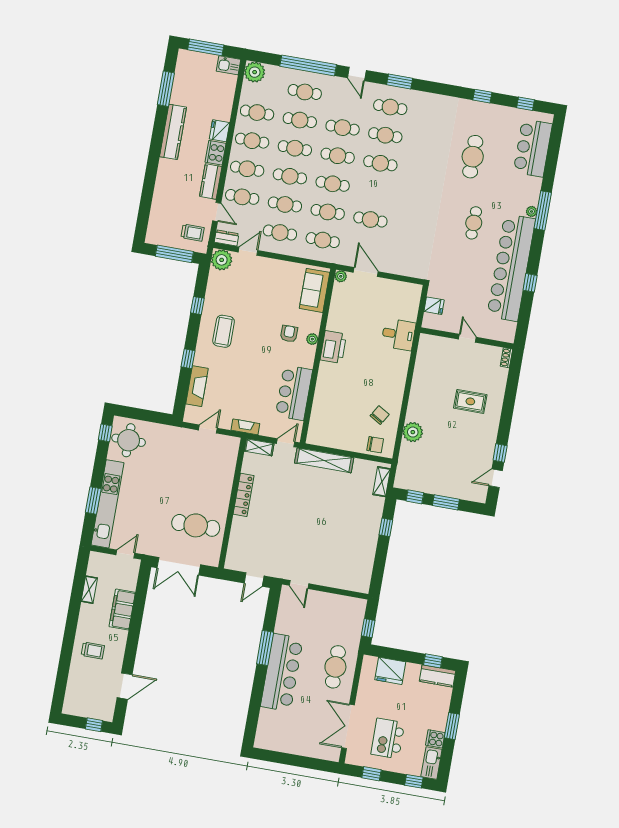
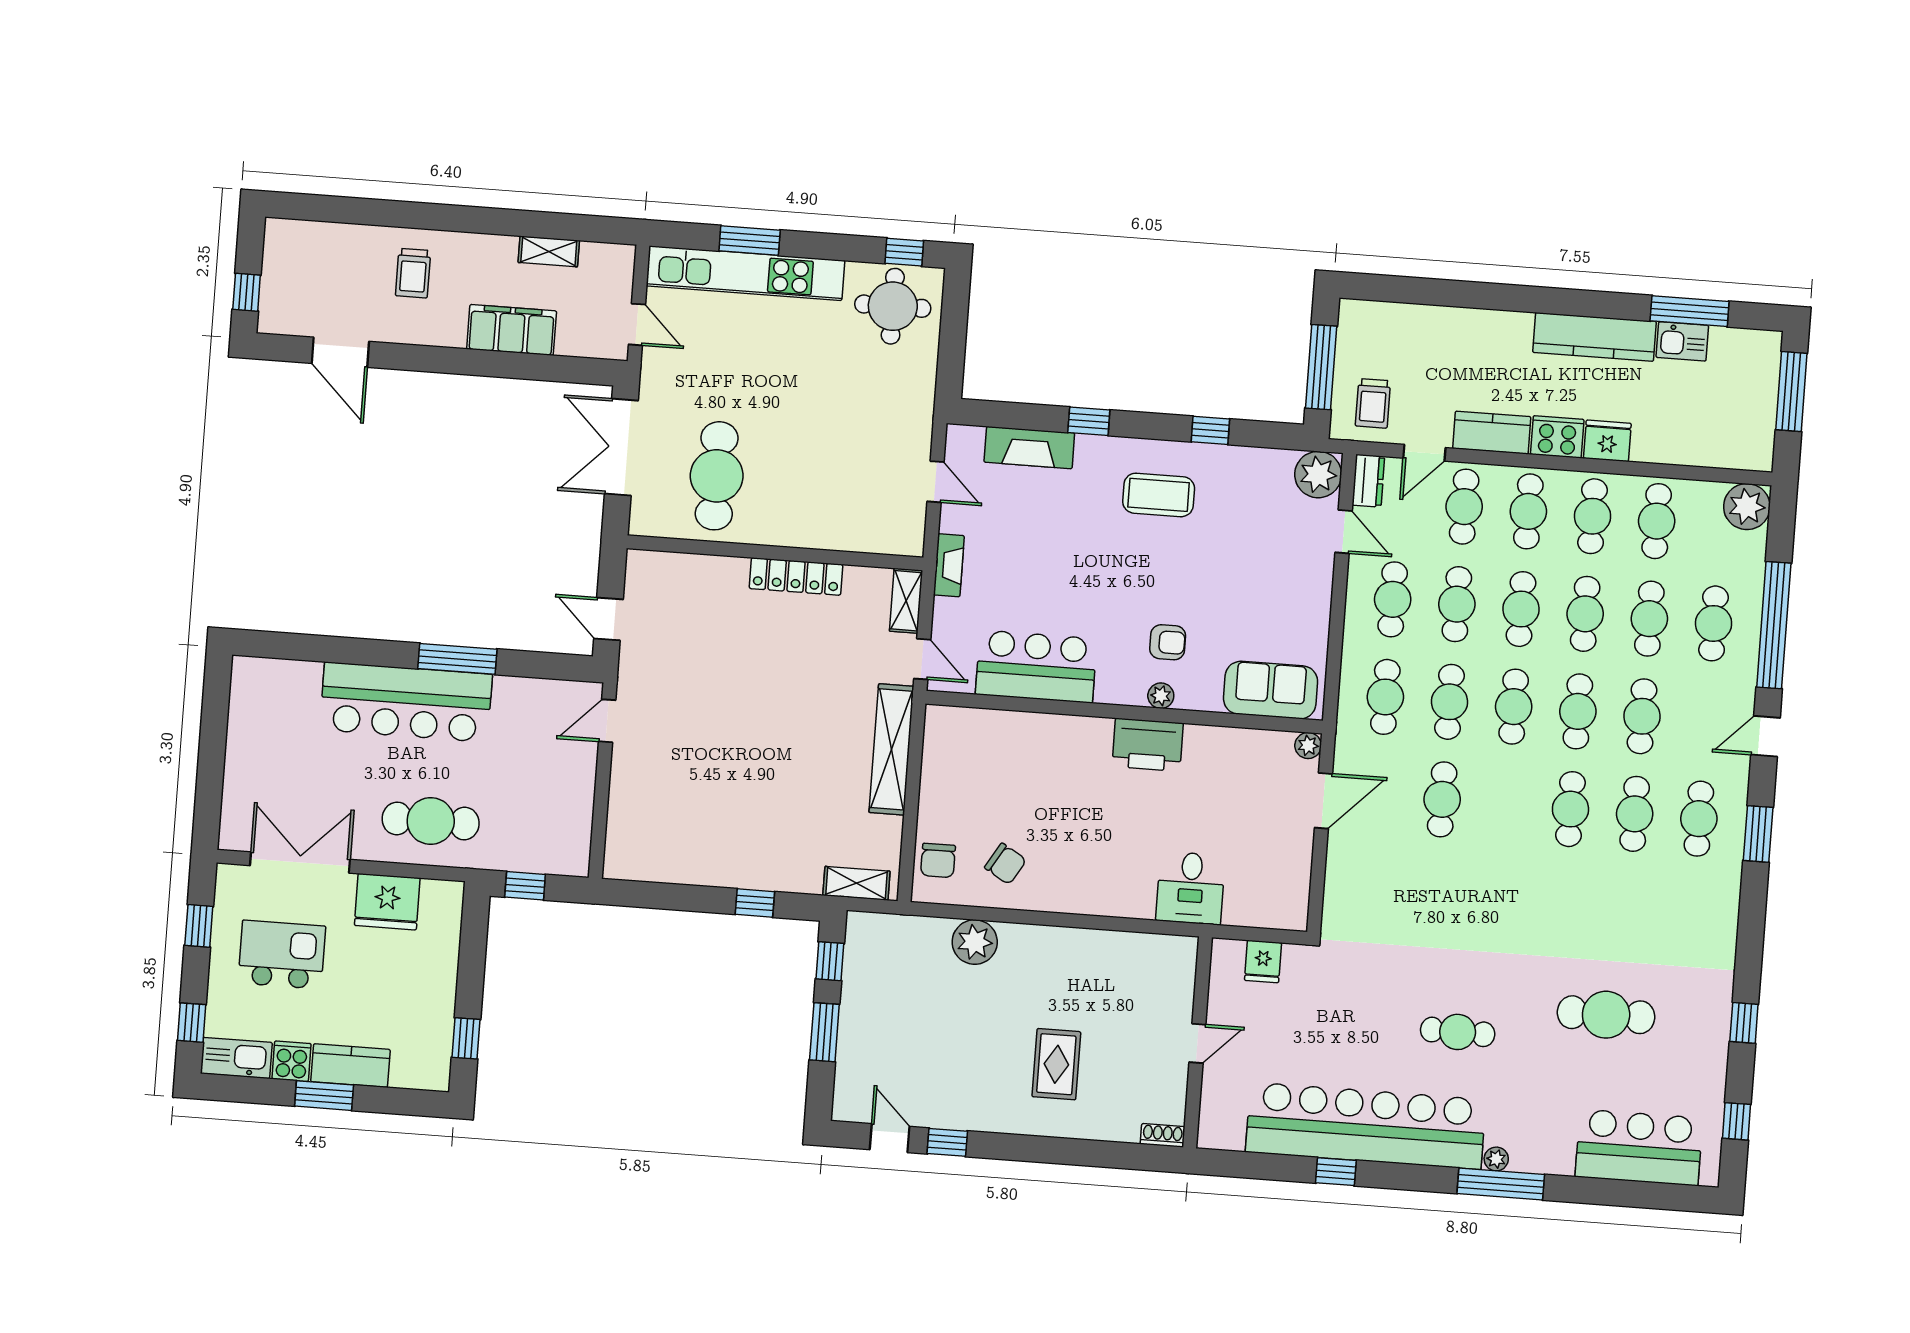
kitchen sink: (228, 65) -> (1682, 341), moved, turned -90
fridge: (390, 671) -> (387, 902), moved, turned -90
kitchen counter: (437, 676) -> (350, 1066), moved, turned 90

